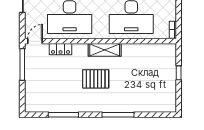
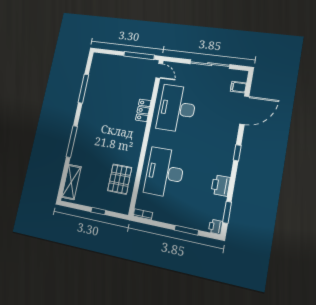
locker: (60, 49) -> (143, 110), moved
shelving: (105, 50) -> (71, 182), moved
pallet: (96, 79) -> (120, 179), moved

